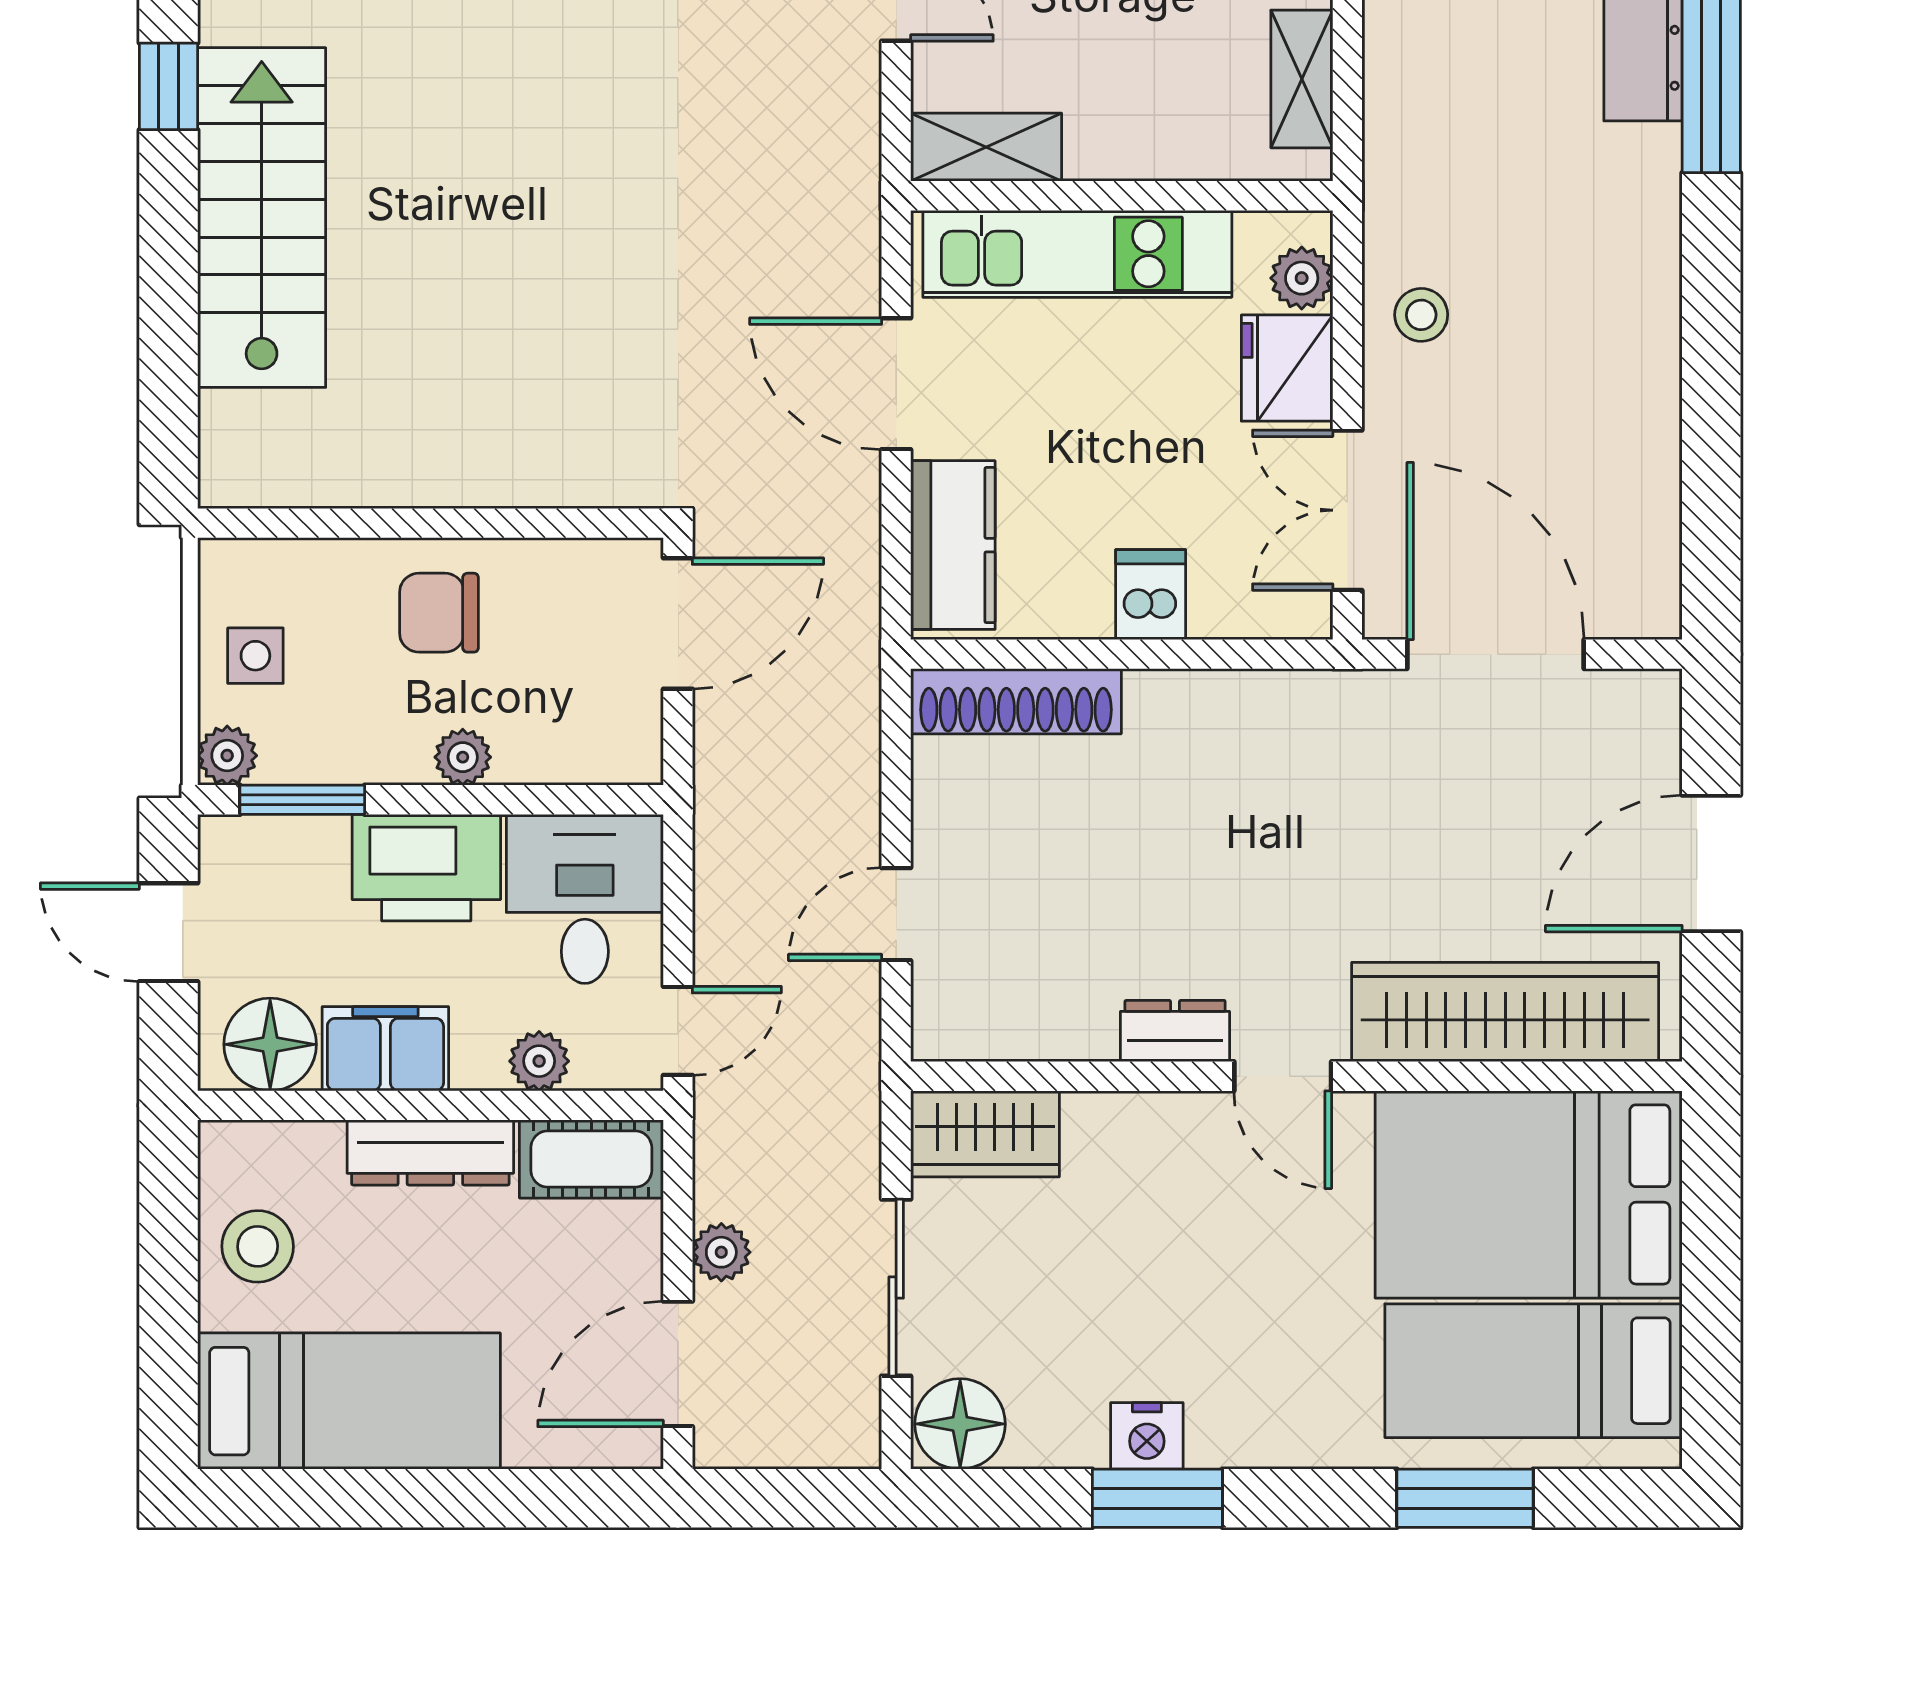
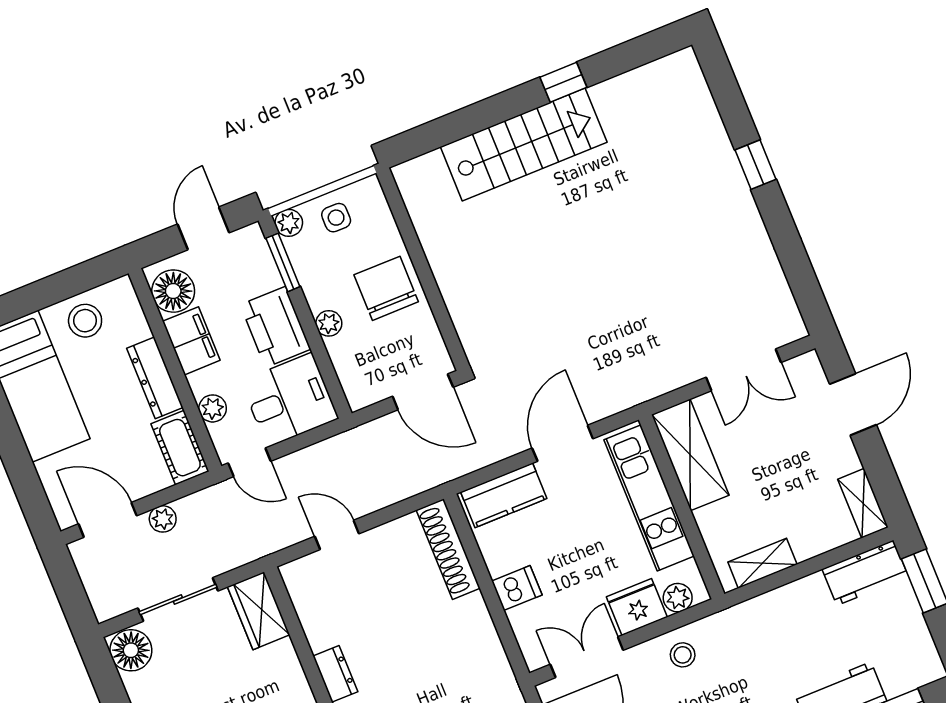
shelving: (986, 147) -> (690, 455), width x1.50, depth x1.33
chair: (439, 613) -> (386, 288), width x1.37, depth x1.37

